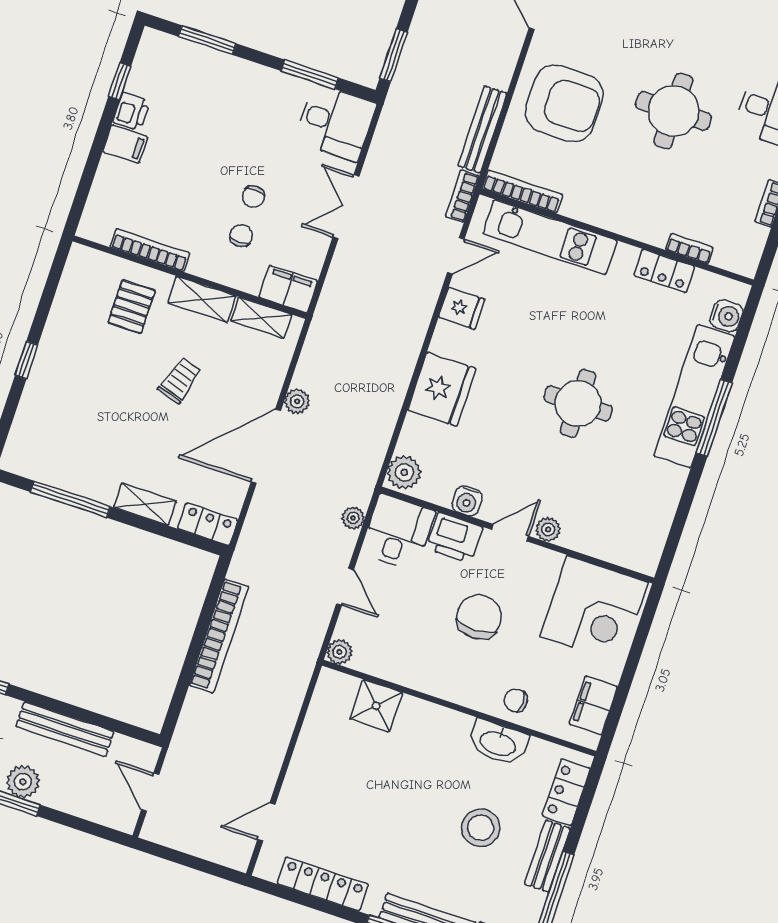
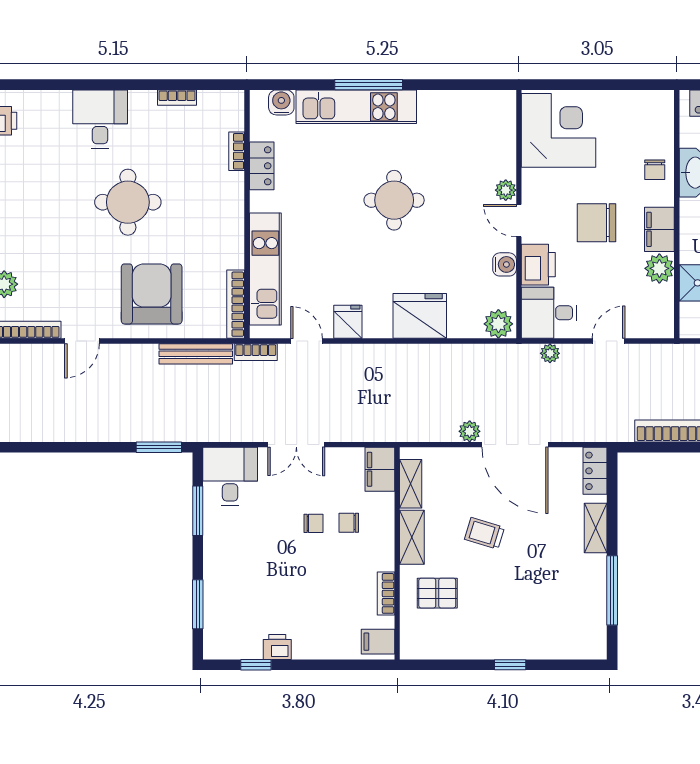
filing cabinet: (125, 144) -> (378, 642), moved, turned -90
bookcase: (150, 250) -> (386, 593), width x0.64
plant: (340, 652) -> (659, 268), moved, width x1.38, depth x1.38
filing cabinet: (593, 705) -> (659, 229), moved, turned 90

